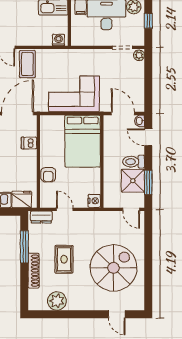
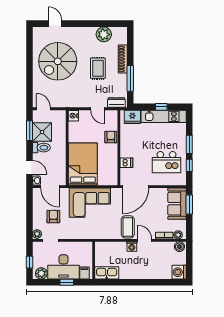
washing machine: (58, 40) -> (132, 246), moved
armchair: (119, 77) -> (53, 216), added

